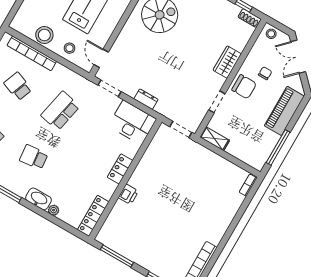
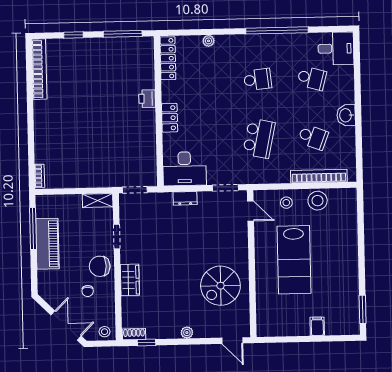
piano: (284, 111) -> (47, 244), moved
washbasin: (39, 199) -> (229, 43), removed

